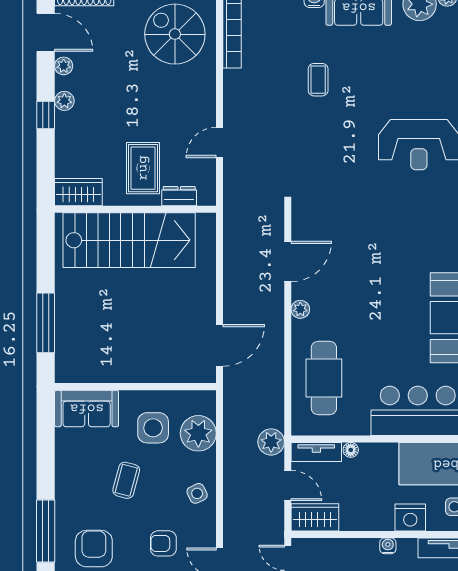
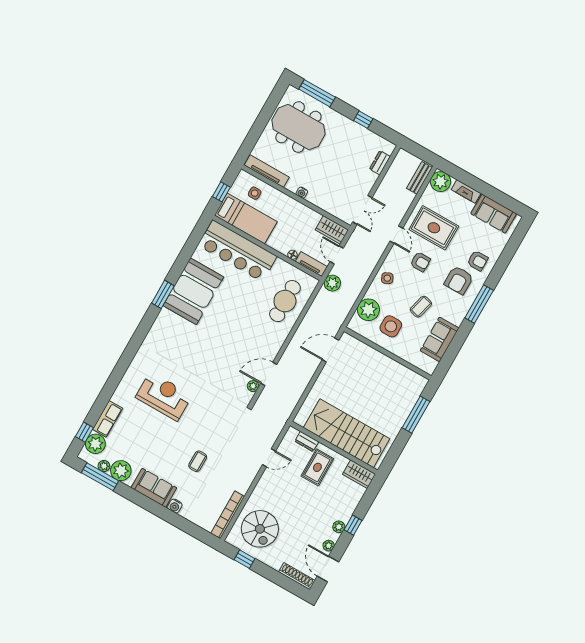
plant: (300, 309) -> (253, 386), moved
sofa: (87, 408) -> (440, 339), moved, turned -90
nightstand: (410, 518) -> (281, 201), removed

